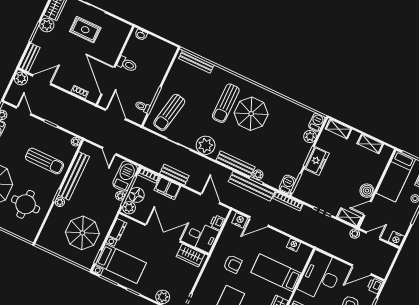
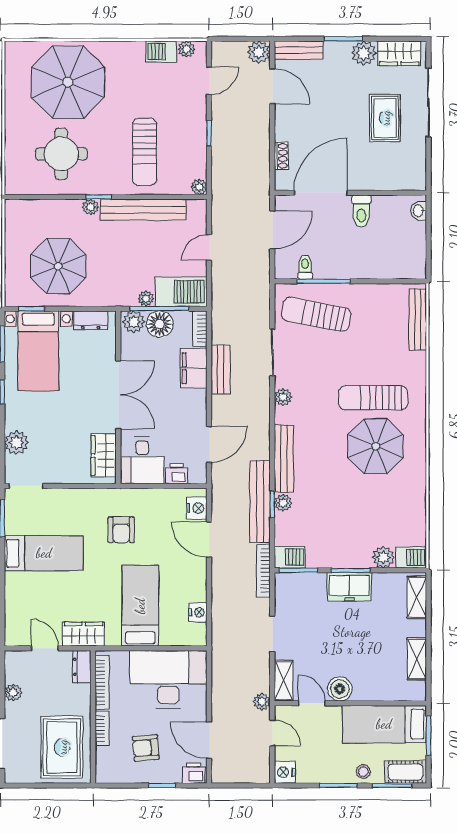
plant: (206, 145) -> (283, 397), width x0.53, depth x0.53

